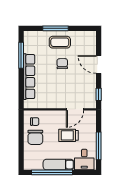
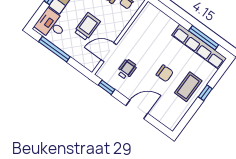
window: (56, 28) -> (205, 93), width x0.46
row of seats: (29, 77) -> (199, 47), moved
wheelchair: (78, 90) -> (127, 69), added
door: (75, 109) -> (109, 52), hinge flipped

